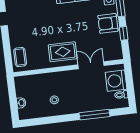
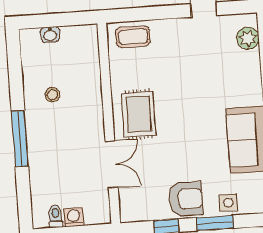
armchair: (108, 23) -> (186, 199), turned 90
washing machine: (116, 81) -> (74, 217), width x0.53, depth x0.53
window: (94, 115) -> (20, 139), moved

